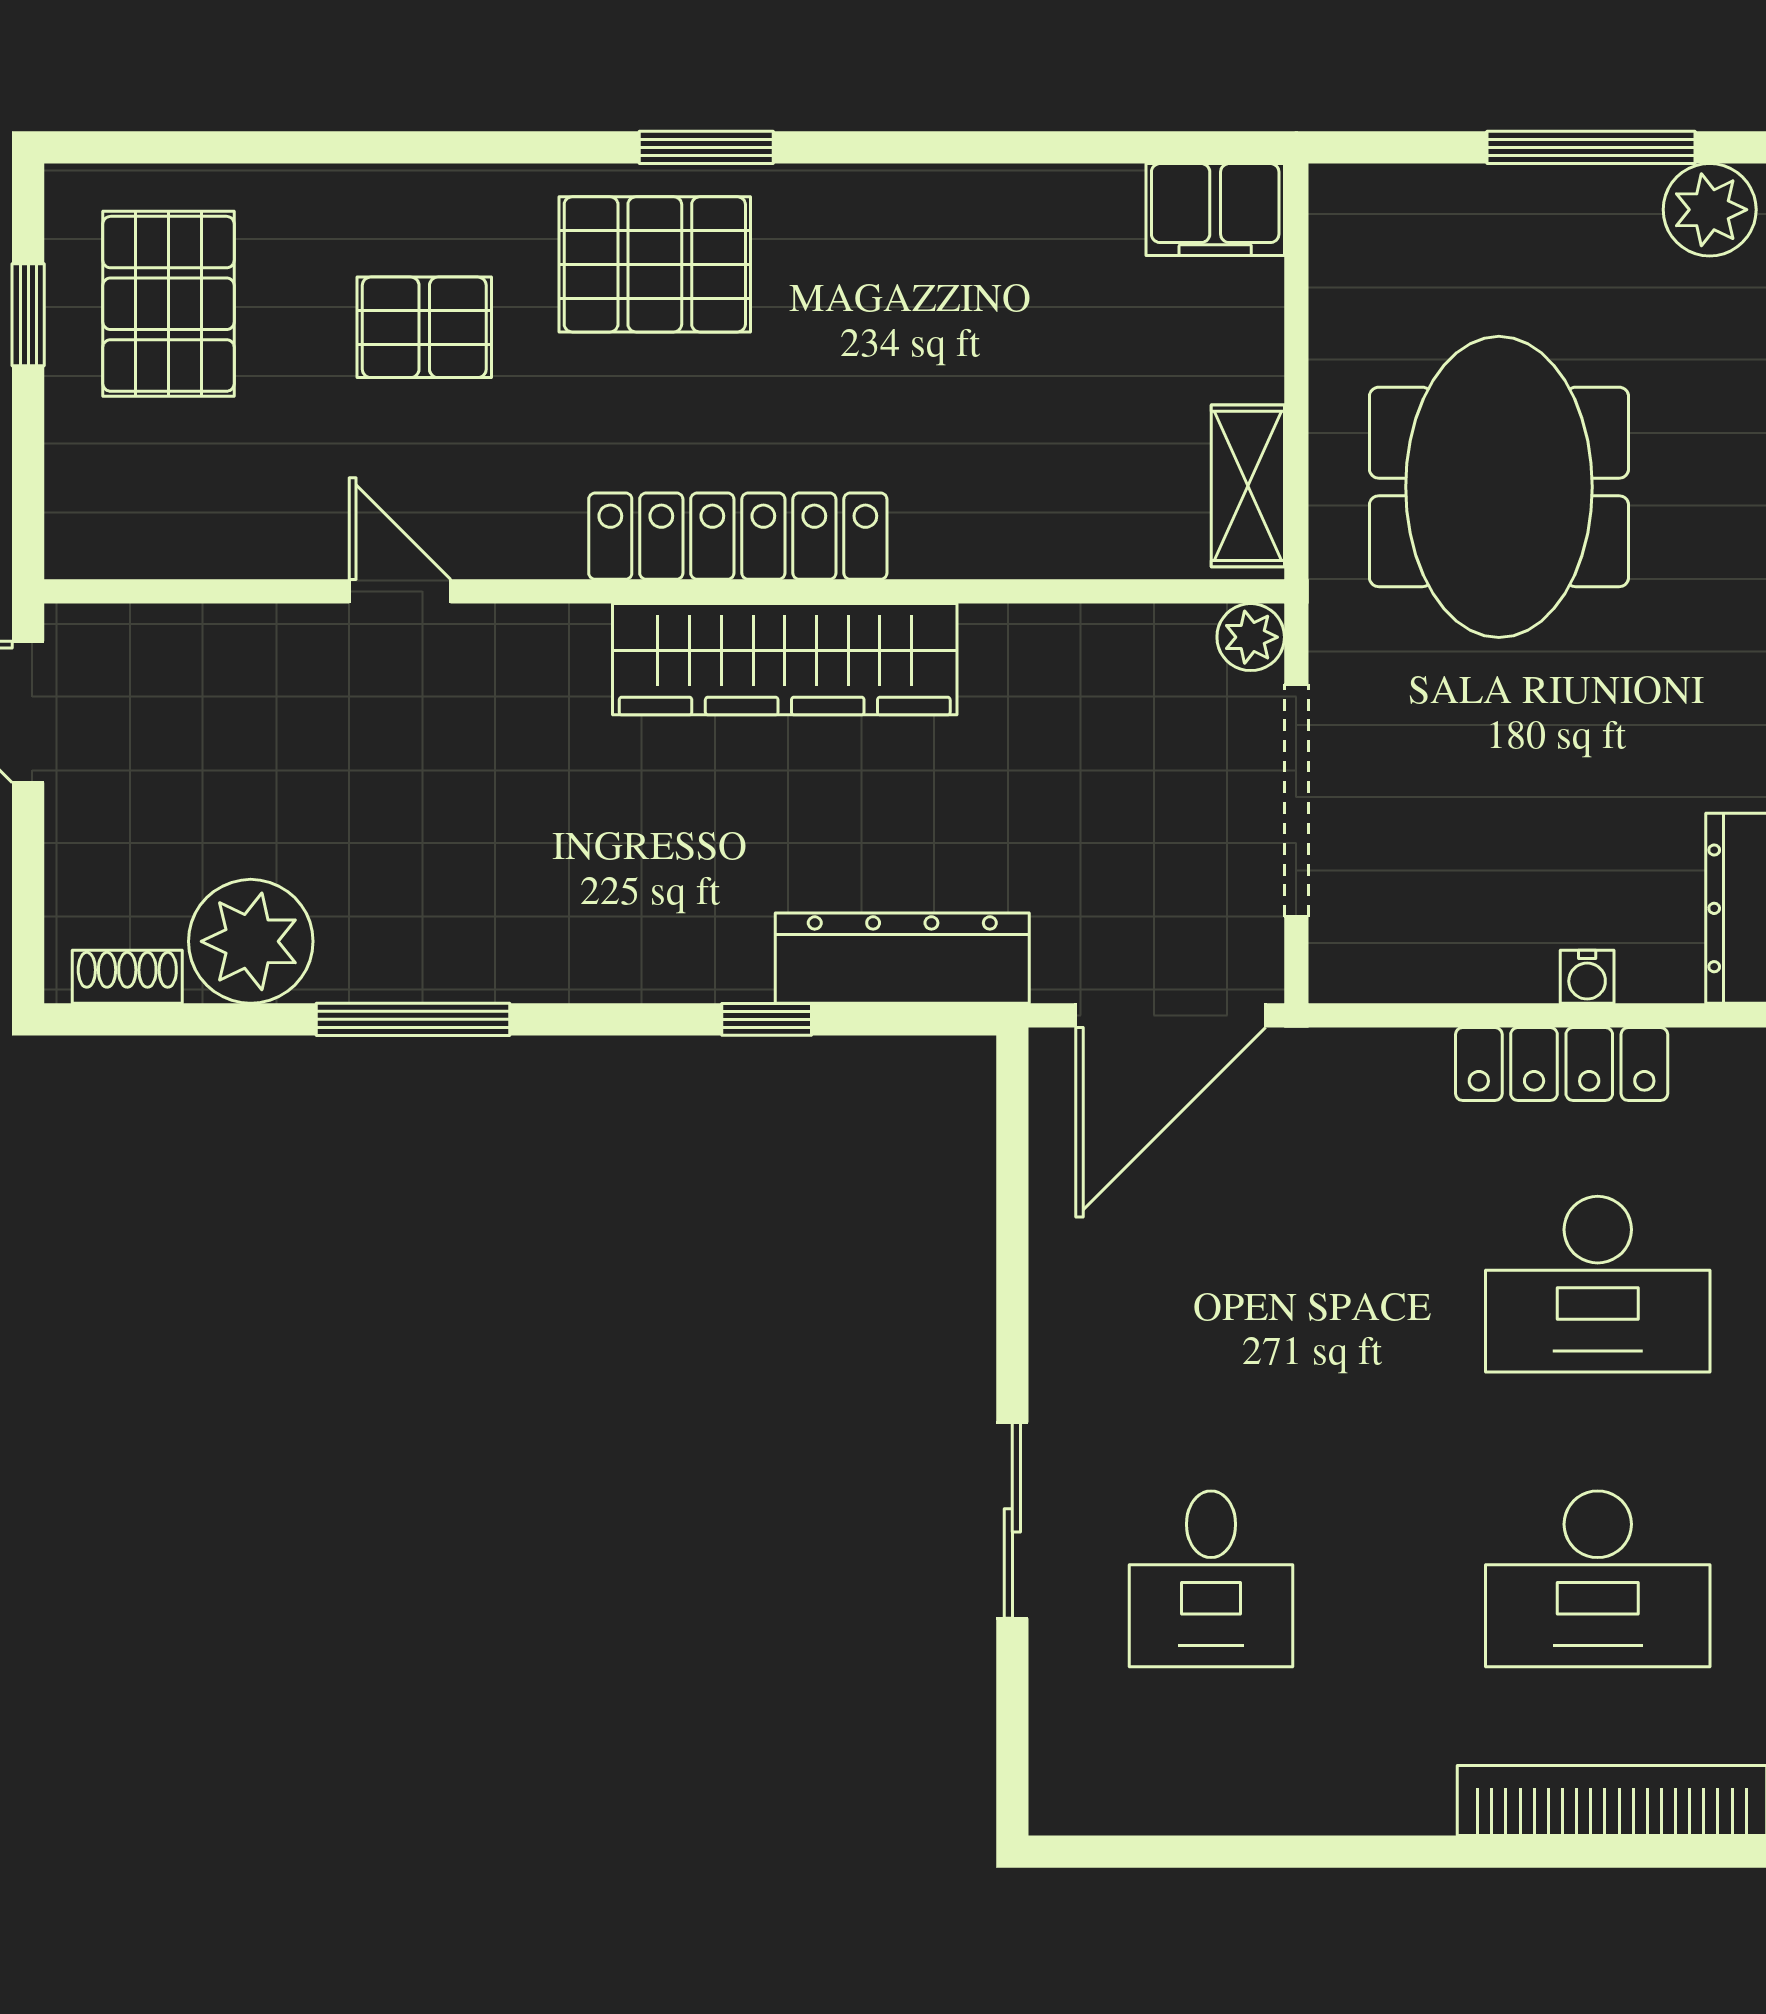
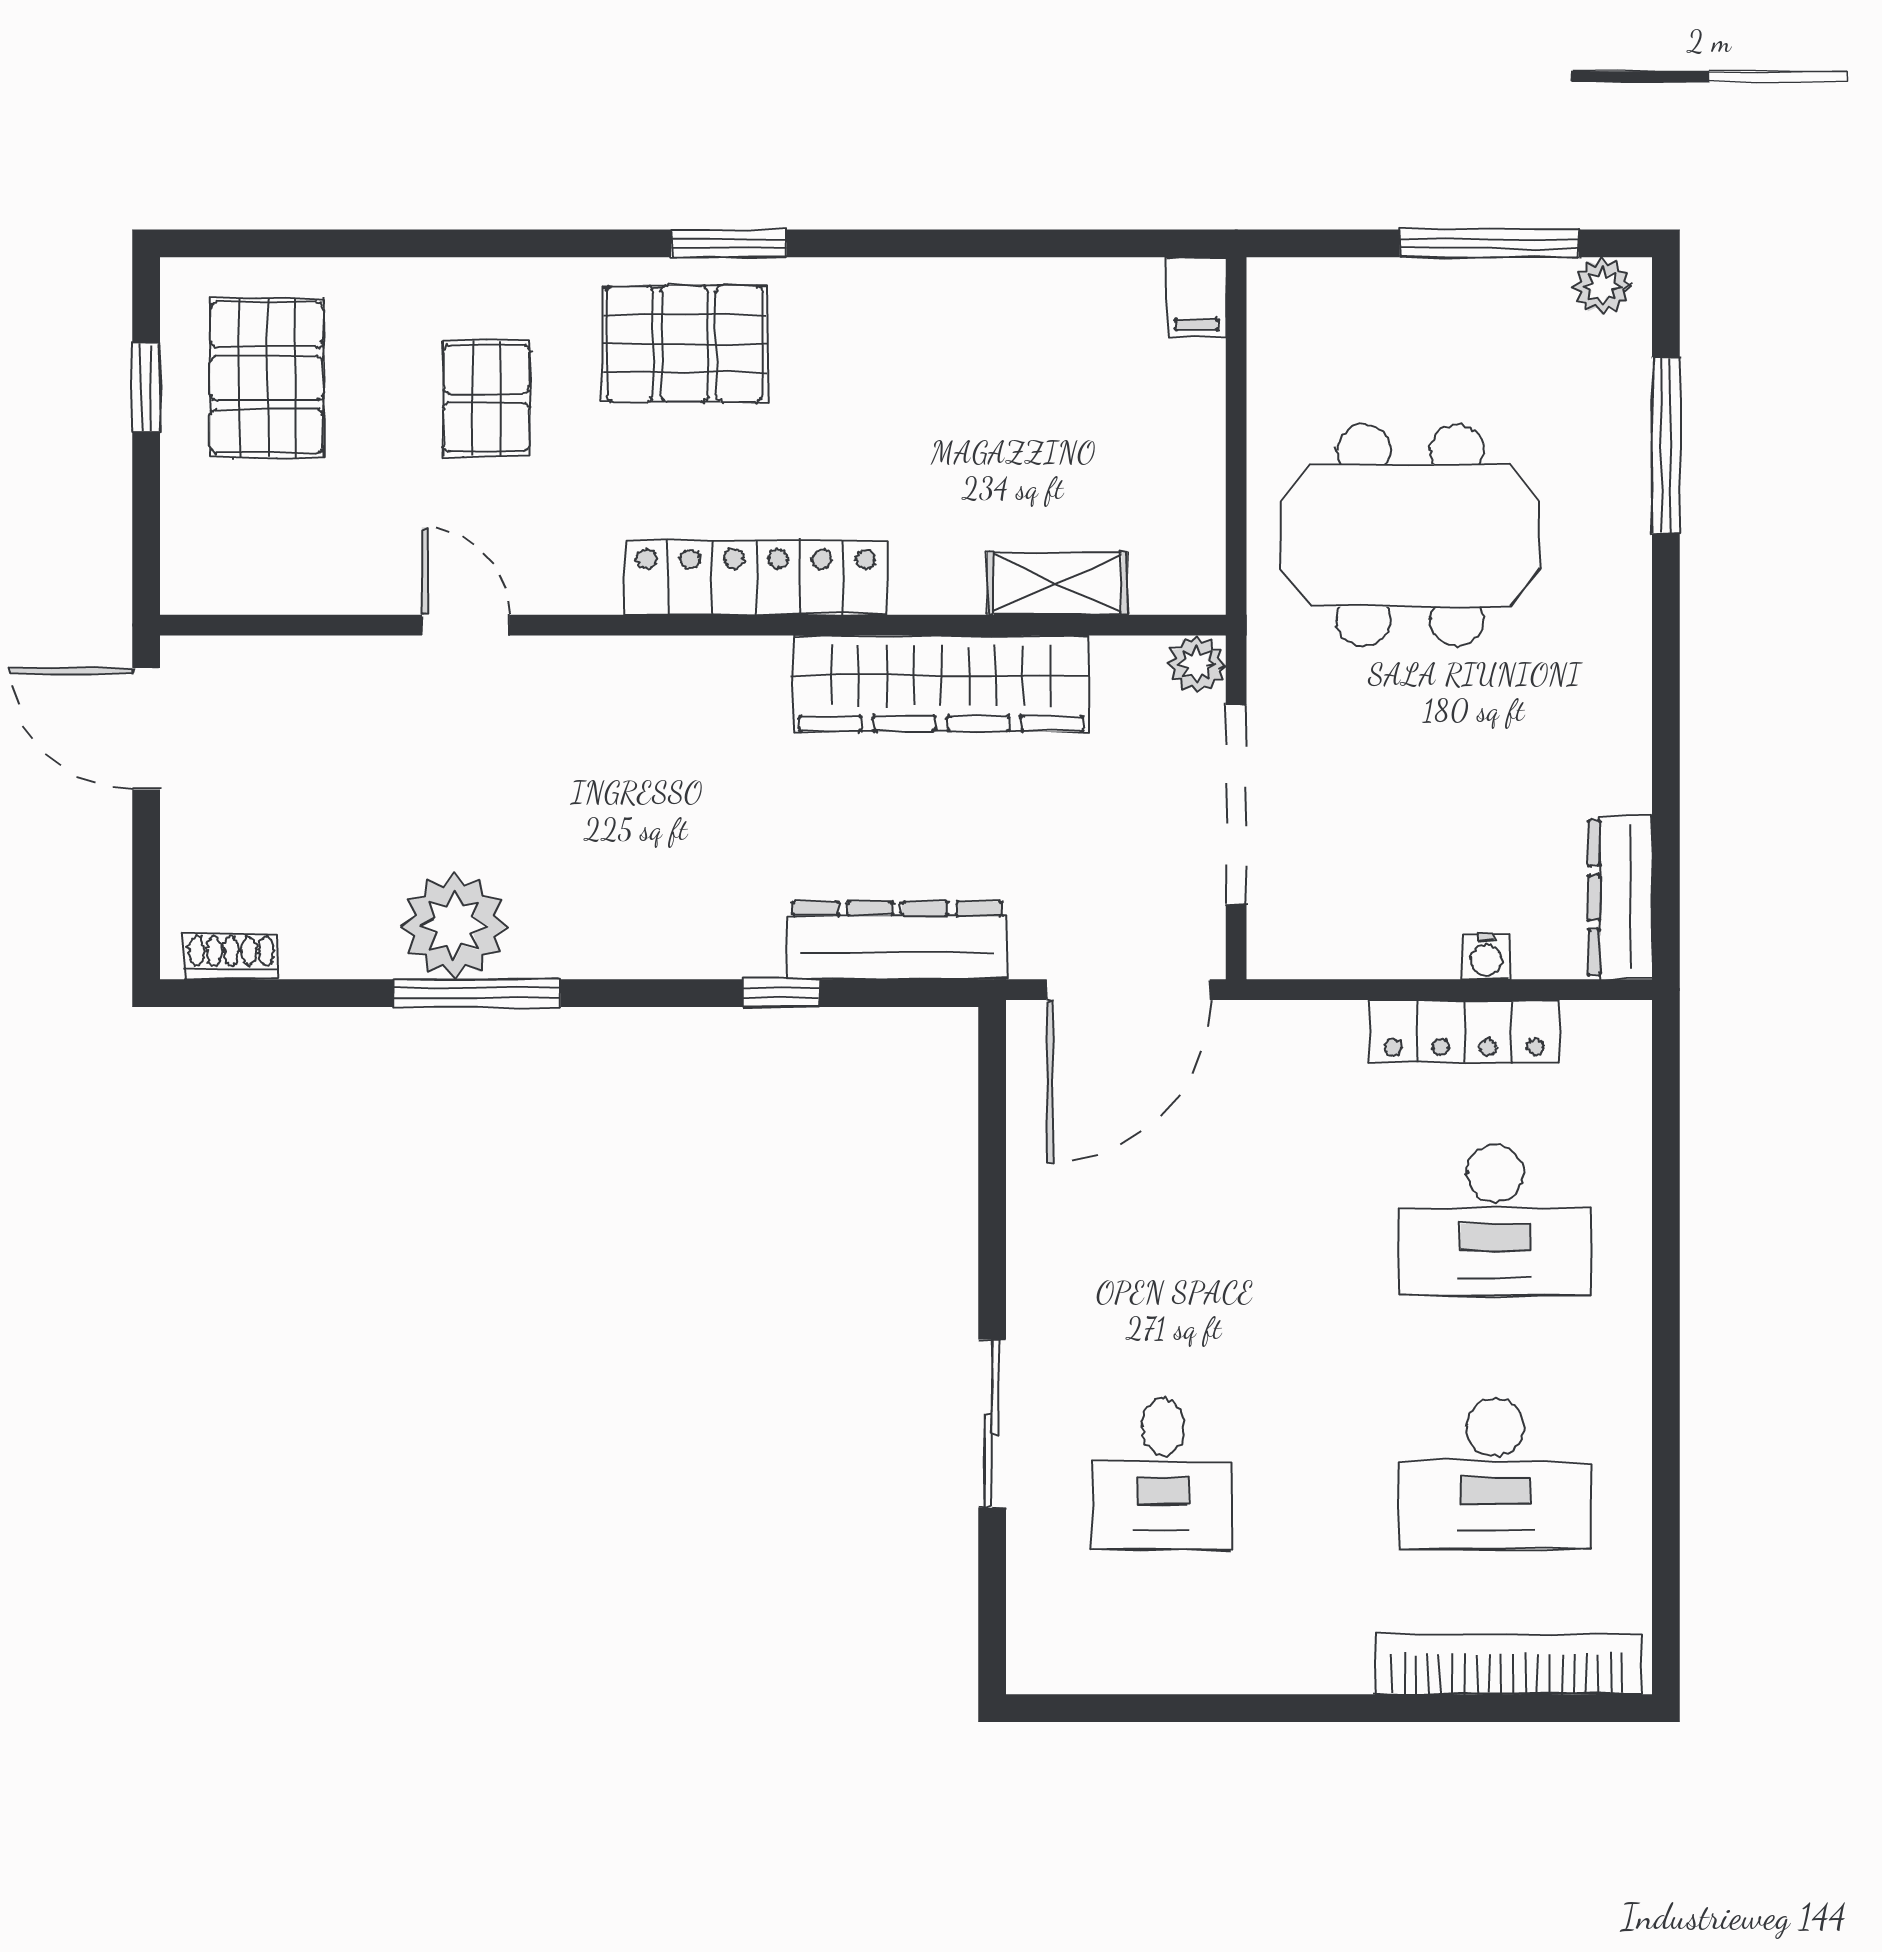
filing cabinet: (1215, 209) -> (1196, 297), width x0.50
plant: (1710, 210) -> (1602, 286), width x0.73, depth x0.73
pallet: (424, 327) -> (487, 398), turned 90
shelving: (1248, 486) -> (1058, 583), moved, turned 90
meeting table: (1499, 487) -> (1410, 535), turned 90
wardrobe: (785, 659) -> (941, 683), moved
plant: (251, 941) -> (454, 926), moved

